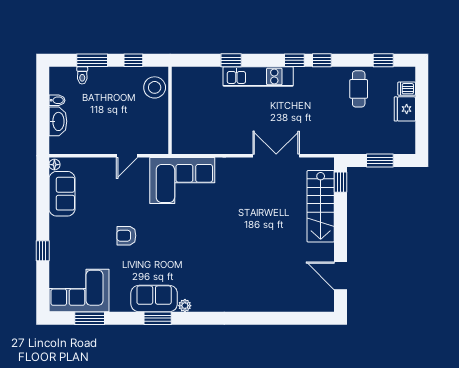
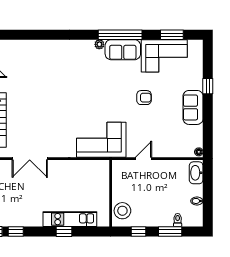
kitchen unit: (258, 76) -> (70, 219), moved
washbasin: (58, 121) -> (196, 173), moved
sofa: (62, 194) -> (193, 107), moved
corner sofa: (79, 291) -> (164, 56), moved
window: (158, 318) -> (120, 35), width x2.11

